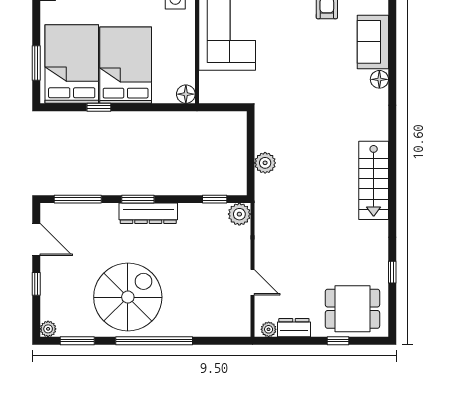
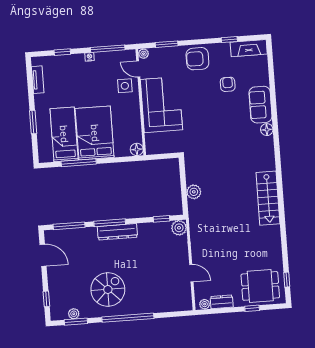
window: (36, 63) -> (33, 122), moved
bed: (72, 64) -> (64, 134), width x0.67
window: (99, 107) -> (79, 163), width x2.17
window: (138, 199) -> (110, 223), width x1.44
window: (392, 272) -> (287, 280), moved
window: (36, 284) -> (46, 299), moved
spiral stairs: (128, 297) -> (108, 289), width x0.73, depth x0.73
plant: (48, 329) -> (74, 314), moved

